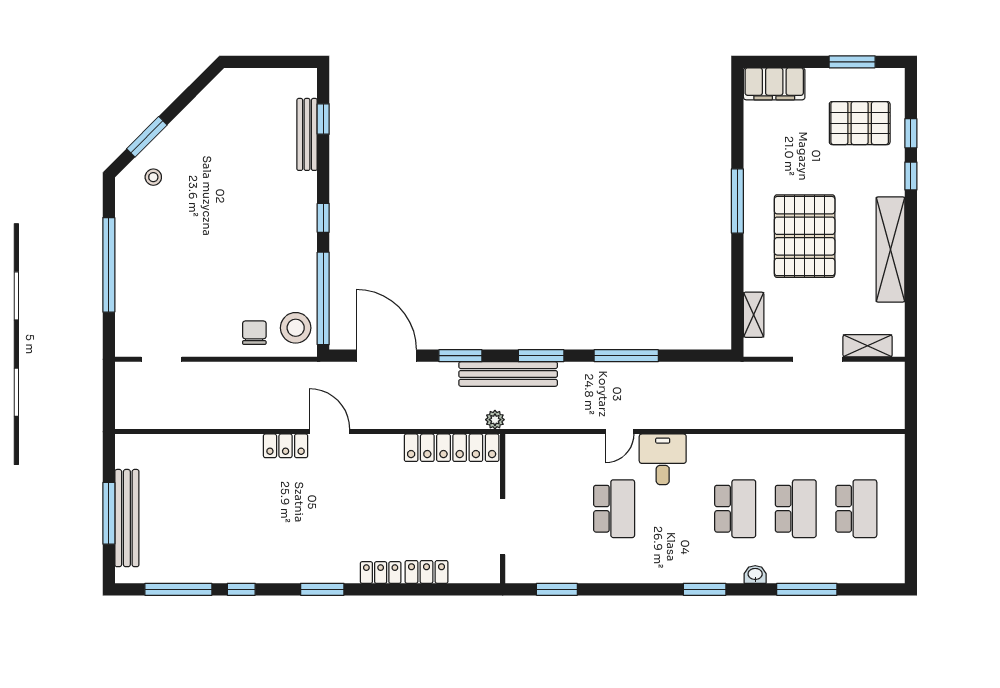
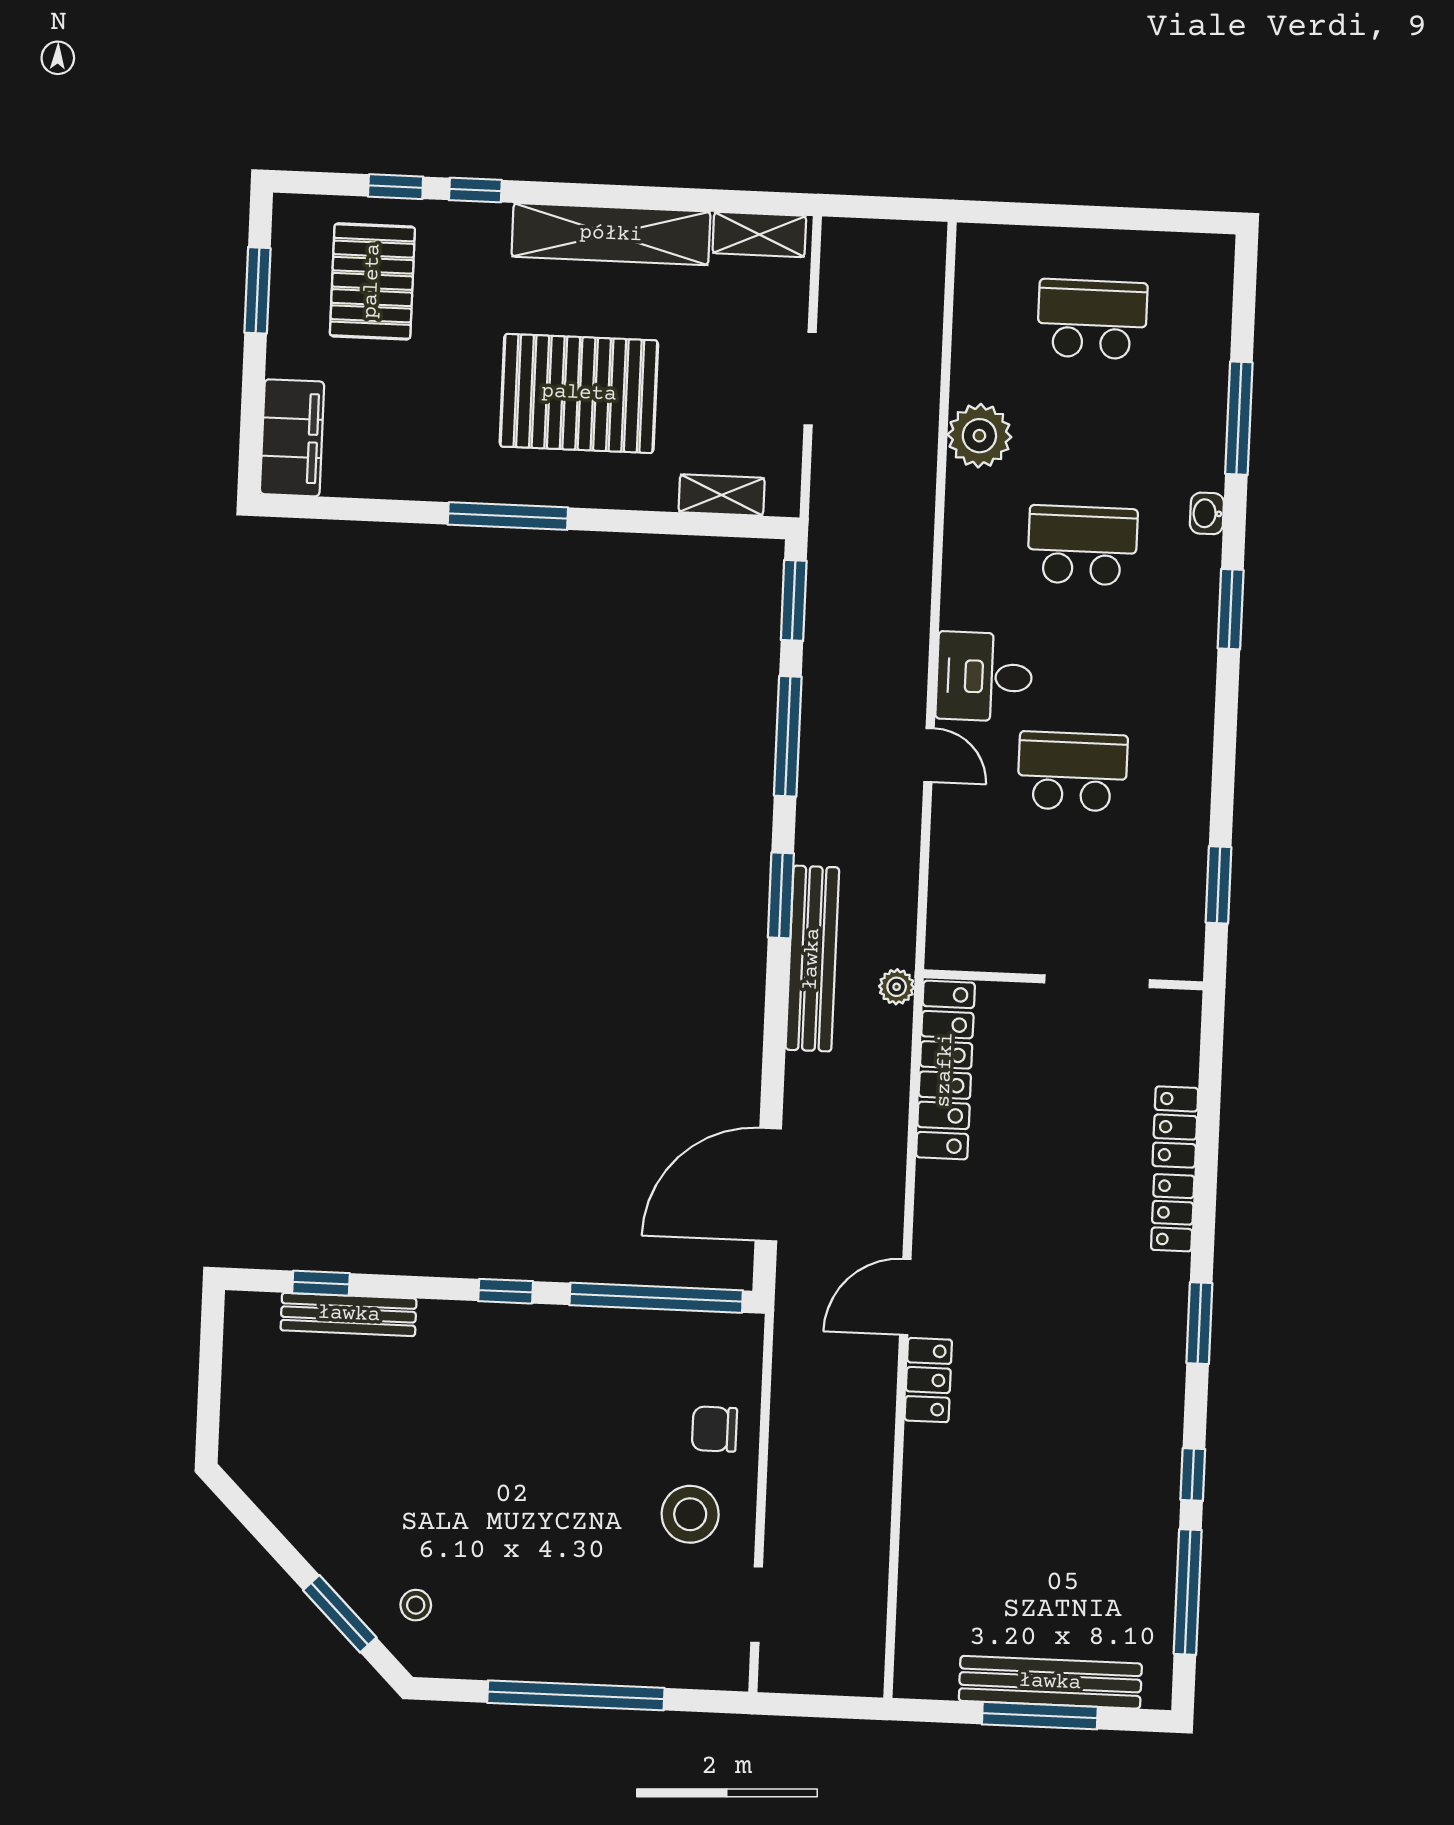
stool: (296, 328) -> (690, 1514), moved
shelving: (868, 346) -> (759, 235), moved, turned 90
window: (460, 356) -> (794, 600), moved
plant: (791, 451) -> (979, 436), added
school desk: (796, 509) -> (1087, 432), removed

